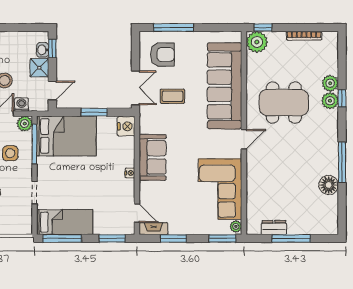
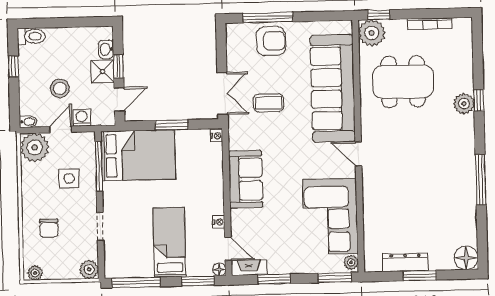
window: (52, 48) -> (119, 66), moved
armchair: (162, 55) -> (271, 41), moved
plant: (330, 83) -> (464, 82), removed
dining table: (284, 103) -> (403, 82), moved
plant: (25, 124) -> (89, 269), moved
nightstand: (126, 126) -> (217, 136), width x0.53, depth x0.56
door: (244, 139) -> (358, 154), swing flipped
nightstand: (130, 173) -> (219, 222), moved
floor lamp: (329, 185) -> (466, 258), moved
bed: (65, 222) -> (169, 242), moved, turned -90
dresser: (274, 228) -> (405, 262), width x1.44
floor lamp: (130, 229) -> (219, 269), added
window: (291, 238) -> (420, 276), width x0.69

